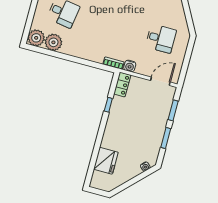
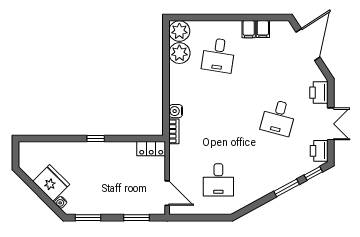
water cooler: (130, 66) -> (176, 111), moved
window: (108, 105) -> (96, 139), moved
window: (166, 138) -> (88, 218), moved
fridge: (106, 161) -> (51, 183), moved, turned -135

